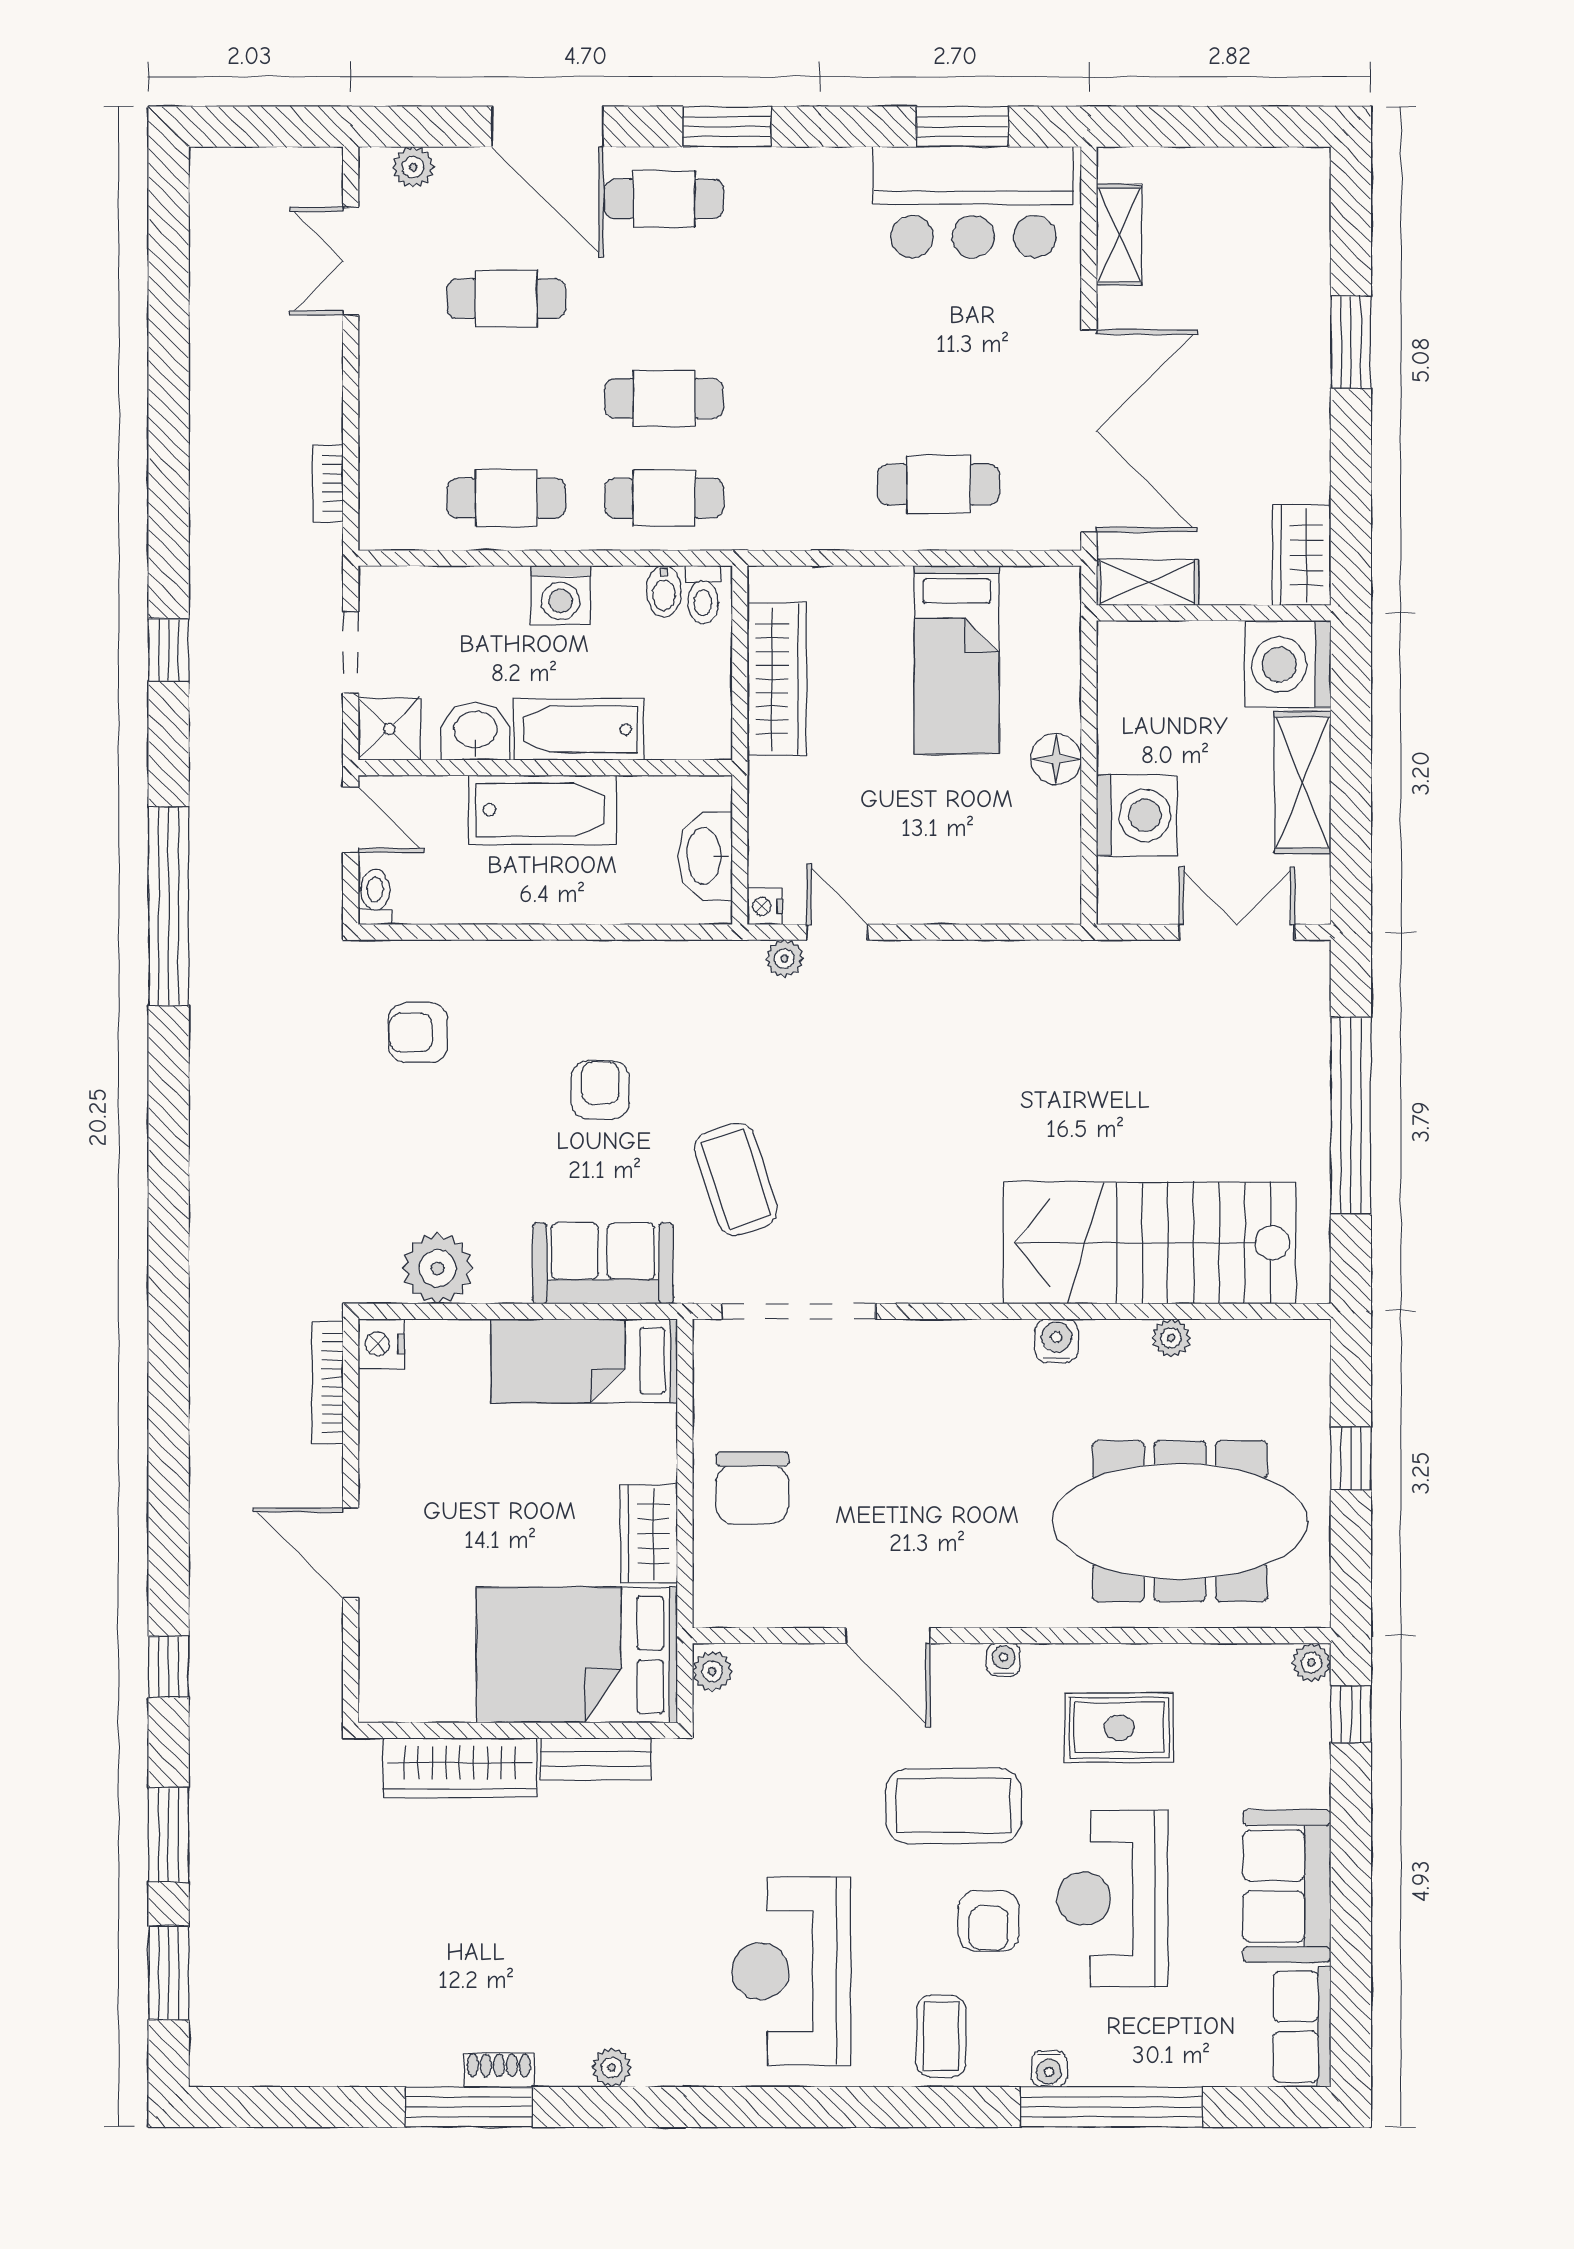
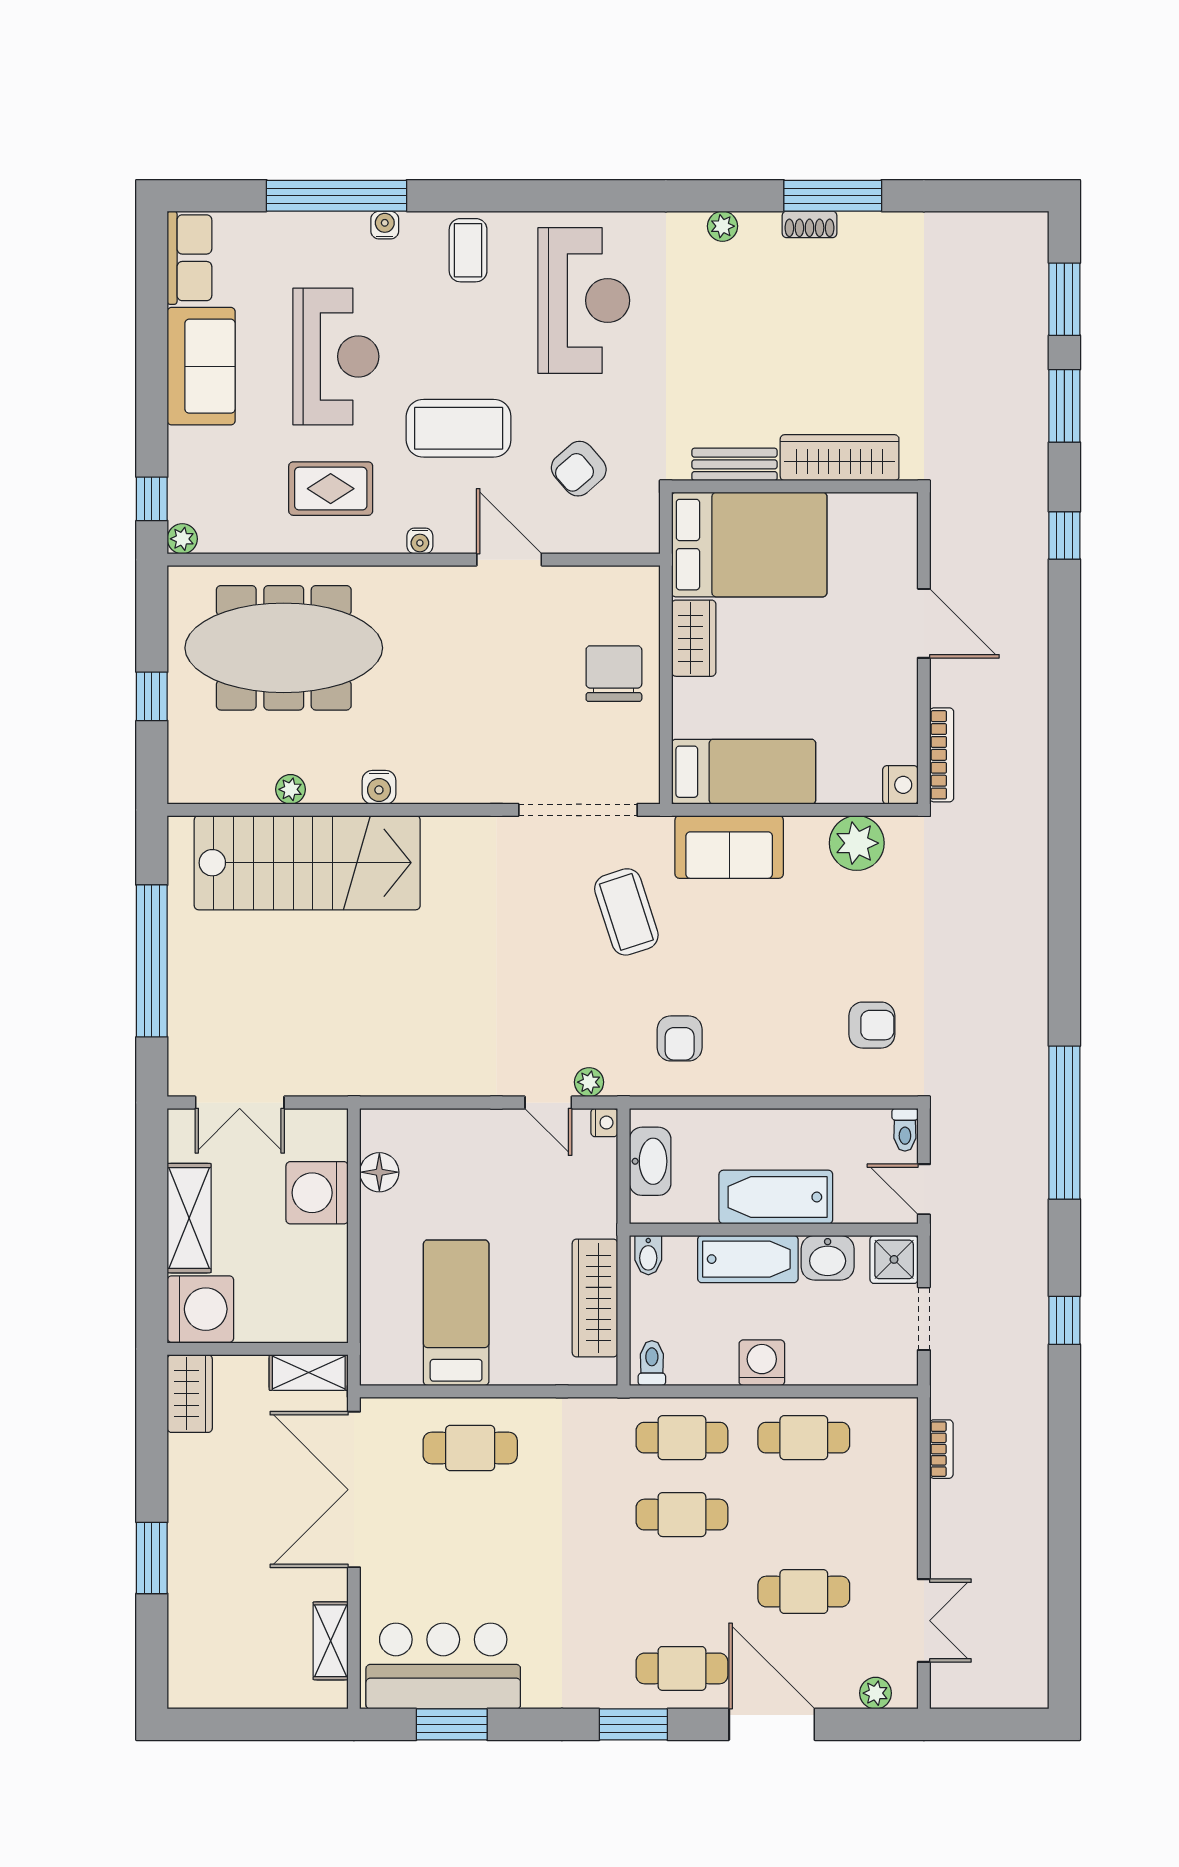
bidet: (664, 591) -> (648, 1255), moved, turned 180
floor lamp: (1056, 759) -> (379, 1172), moved
armchair: (600, 1090) -> (680, 1038), moved
plant: (712, 1671) -> (645, 532), removed
armchair: (989, 1921) -> (579, 469), moved, turned -131

